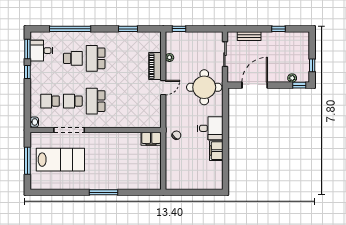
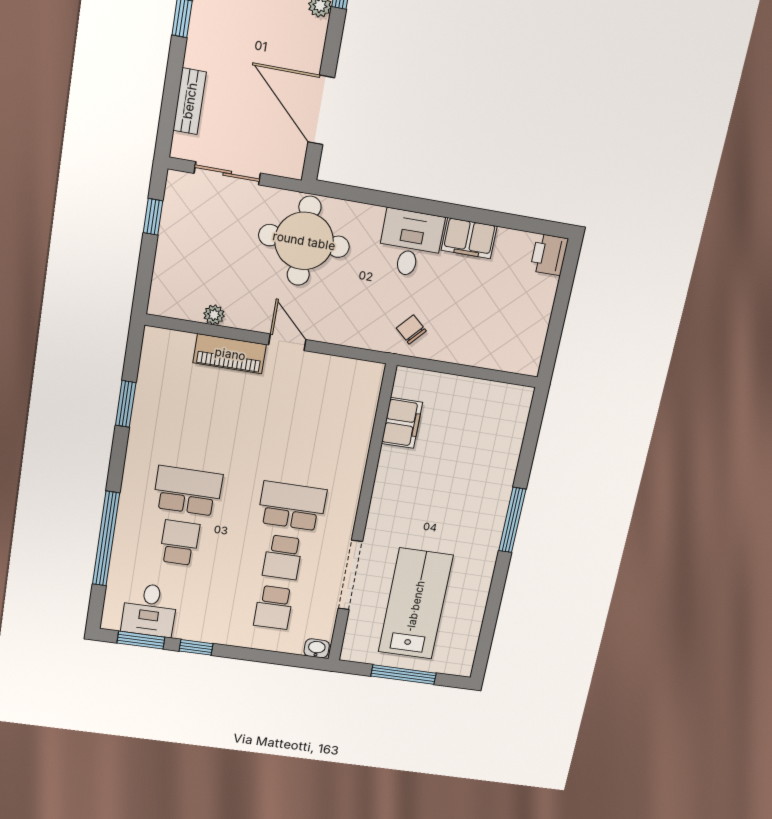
window: (179, 29) -> (153, 217), moved
school desk: (96, 58) -> (188, 491), turned 180
school desk: (96, 101) -> (292, 506), turned 180
filing cabinet: (151, 139) -> (402, 423), moved
printer: (215, 183) -> (549, 255), added

